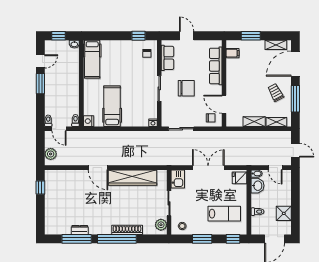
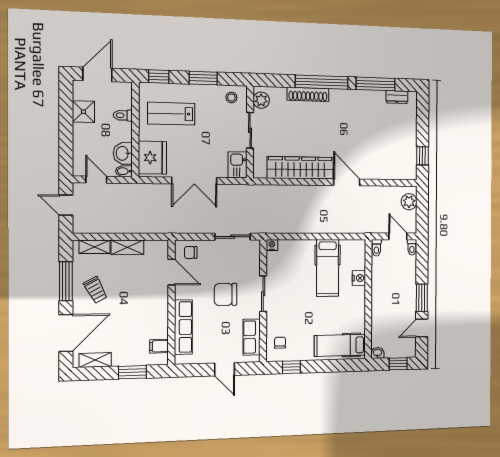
hospital bed: (92, 59) -> (340, 345), moved, turned -90
nightstand: (89, 121) -> (359, 278), moved
fridge: (240, 178) -> (152, 158), width x1.88, depth x1.34
dresser: (80, 230) -> (397, 97), moved

